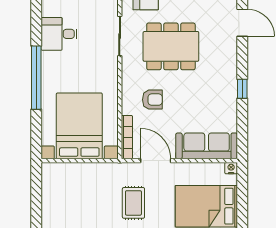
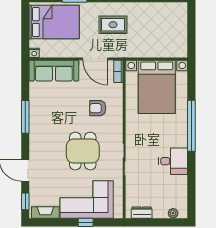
dining table: (171, 46) -> (83, 151), width x0.73
window: (242, 89) -> (25, 117), width x2.17
bookcase: (127, 137) -> (118, 71), width x0.64
rug: (133, 203) -> (113, 25), turned 90

